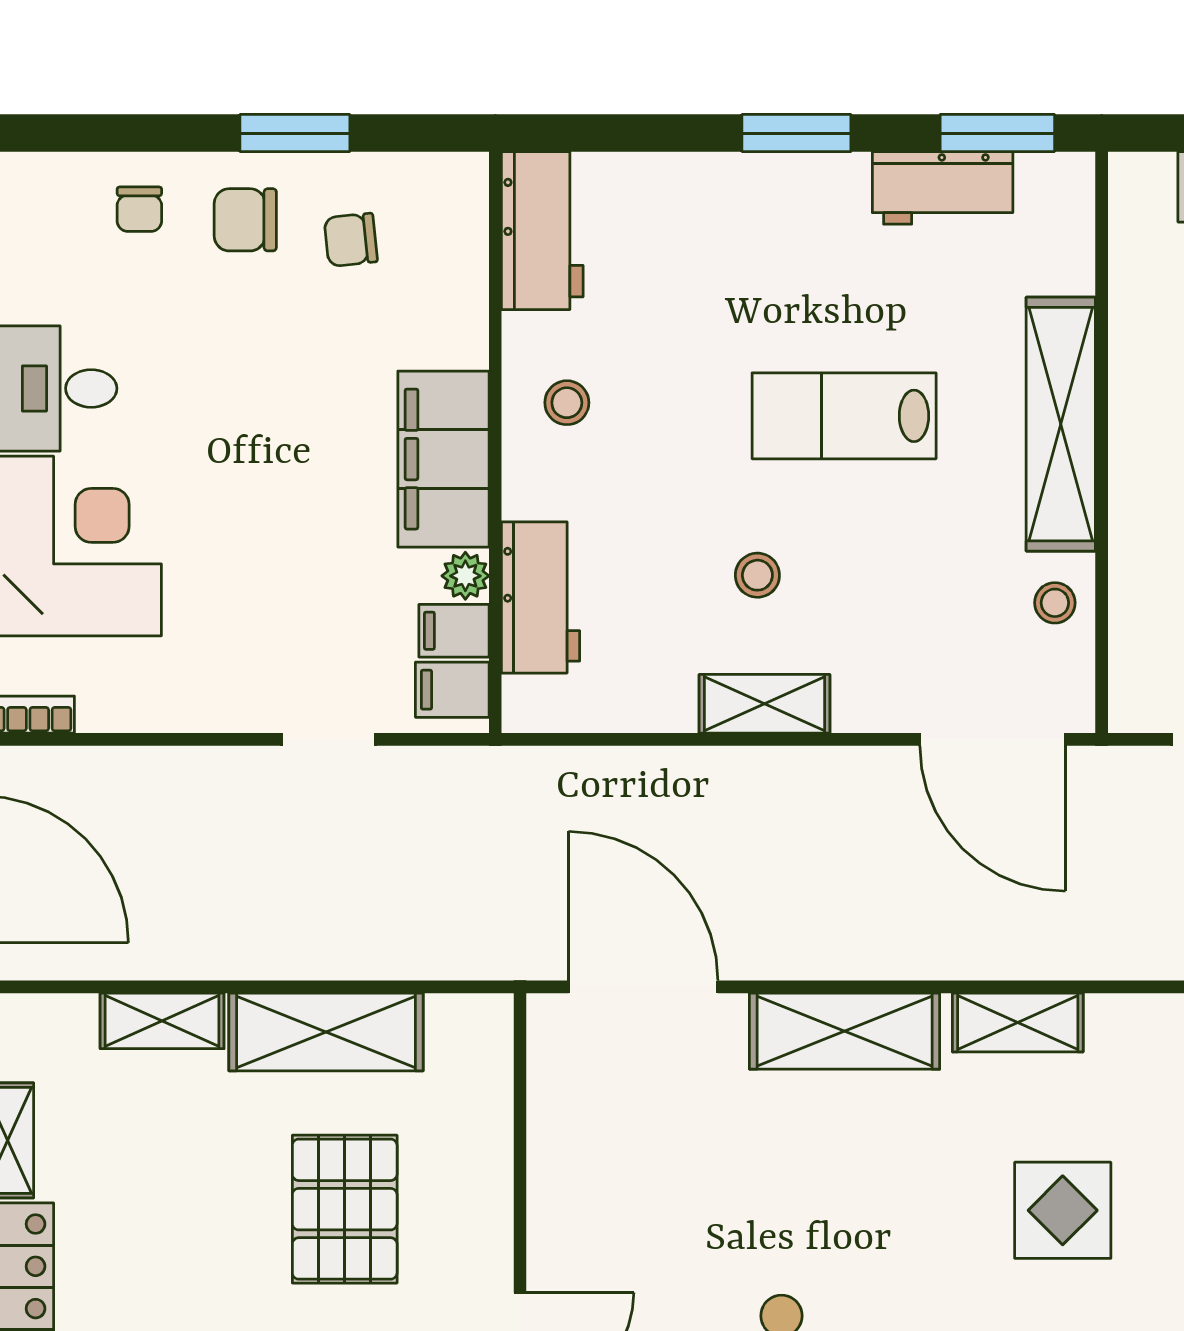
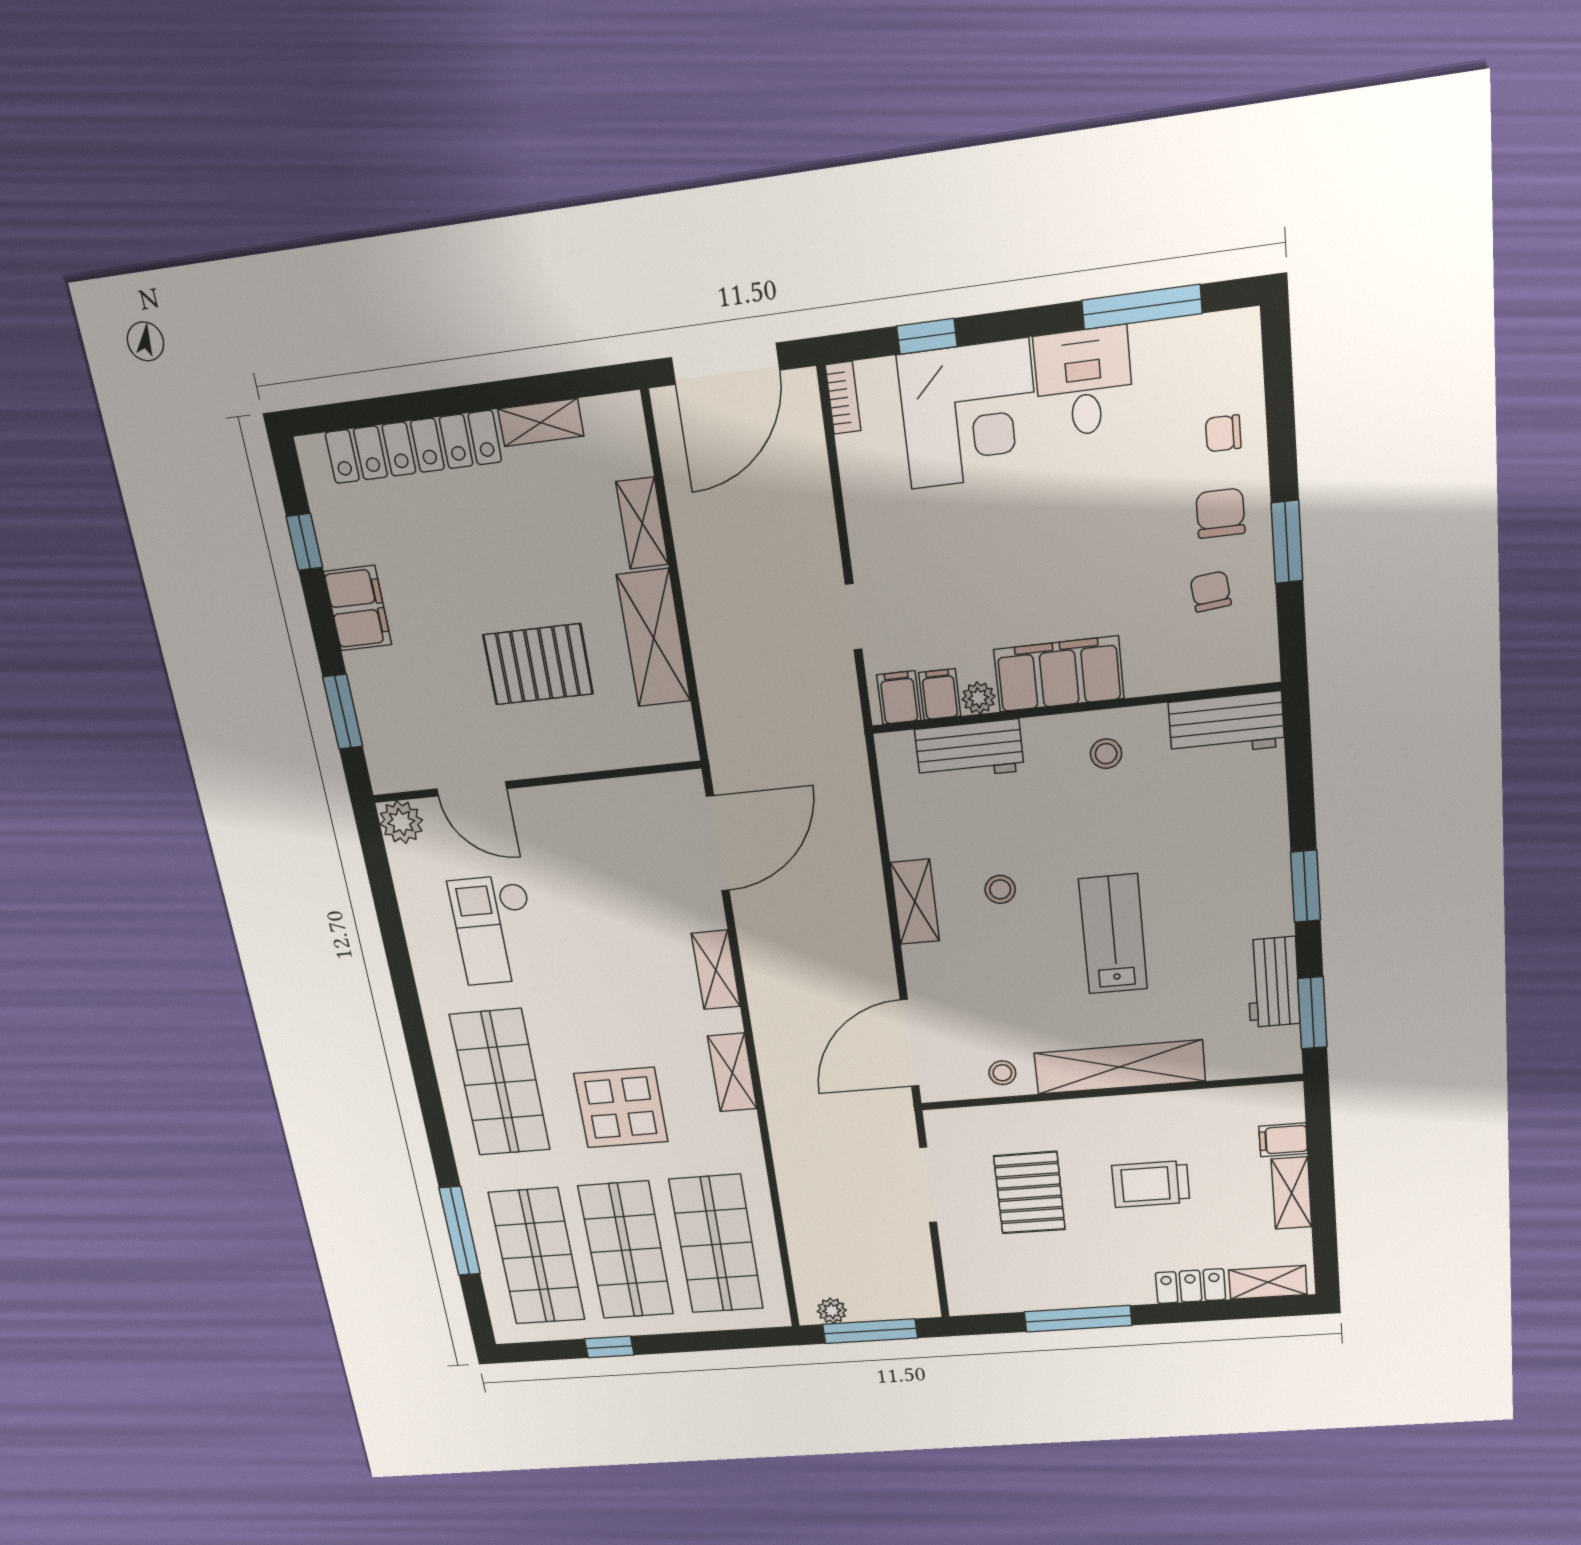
shelving: (845, 1031) -> (716, 970), width x0.67, depth x0.75
display table: (1063, 1210) -> (621, 1108), width x1.36, depth x1.36

